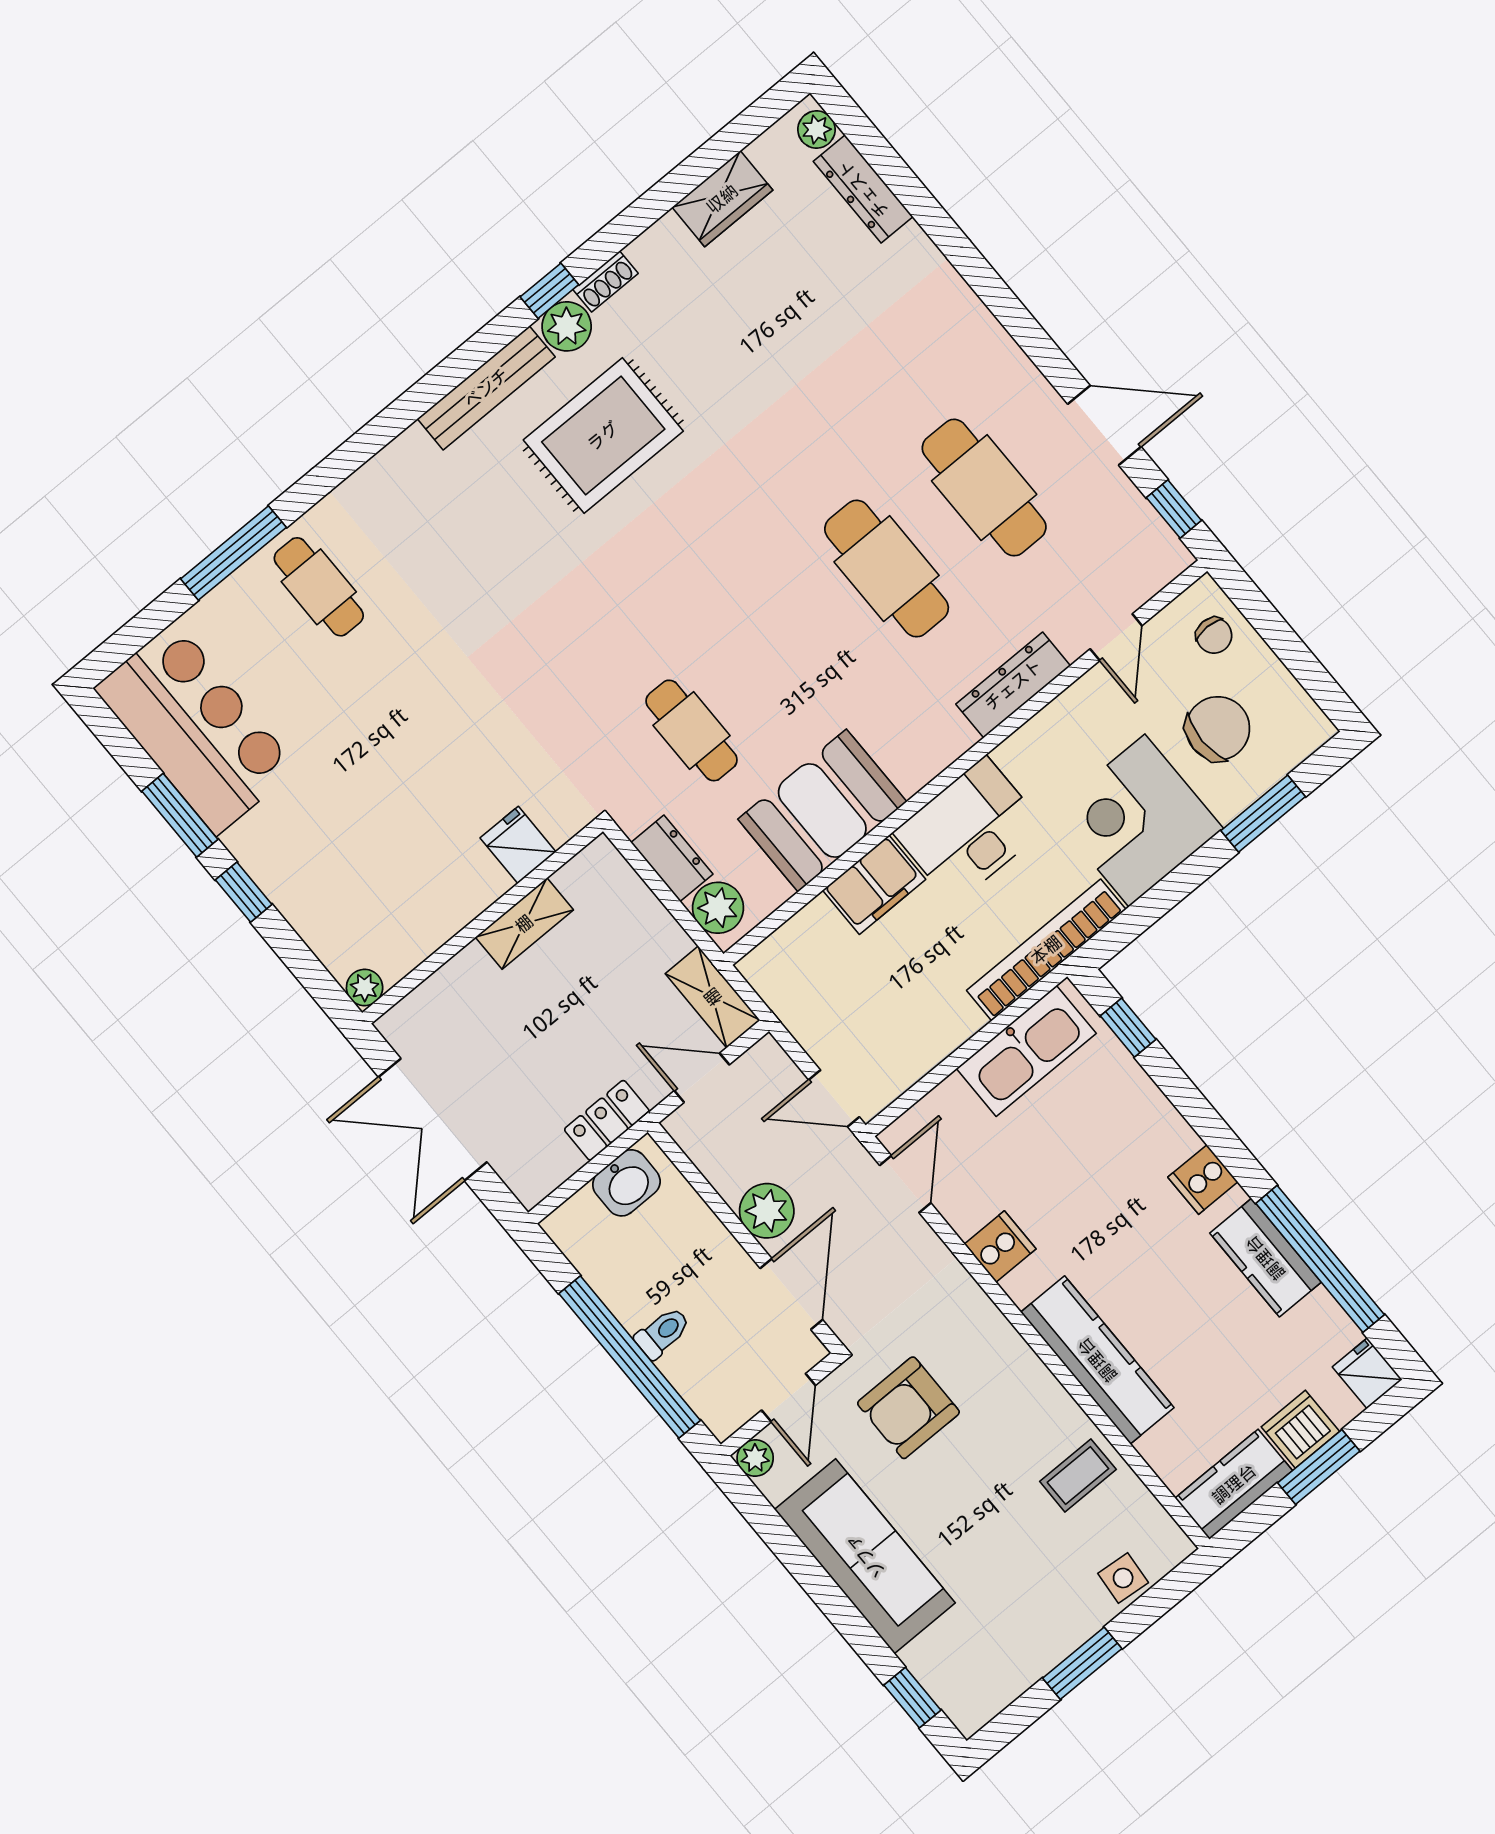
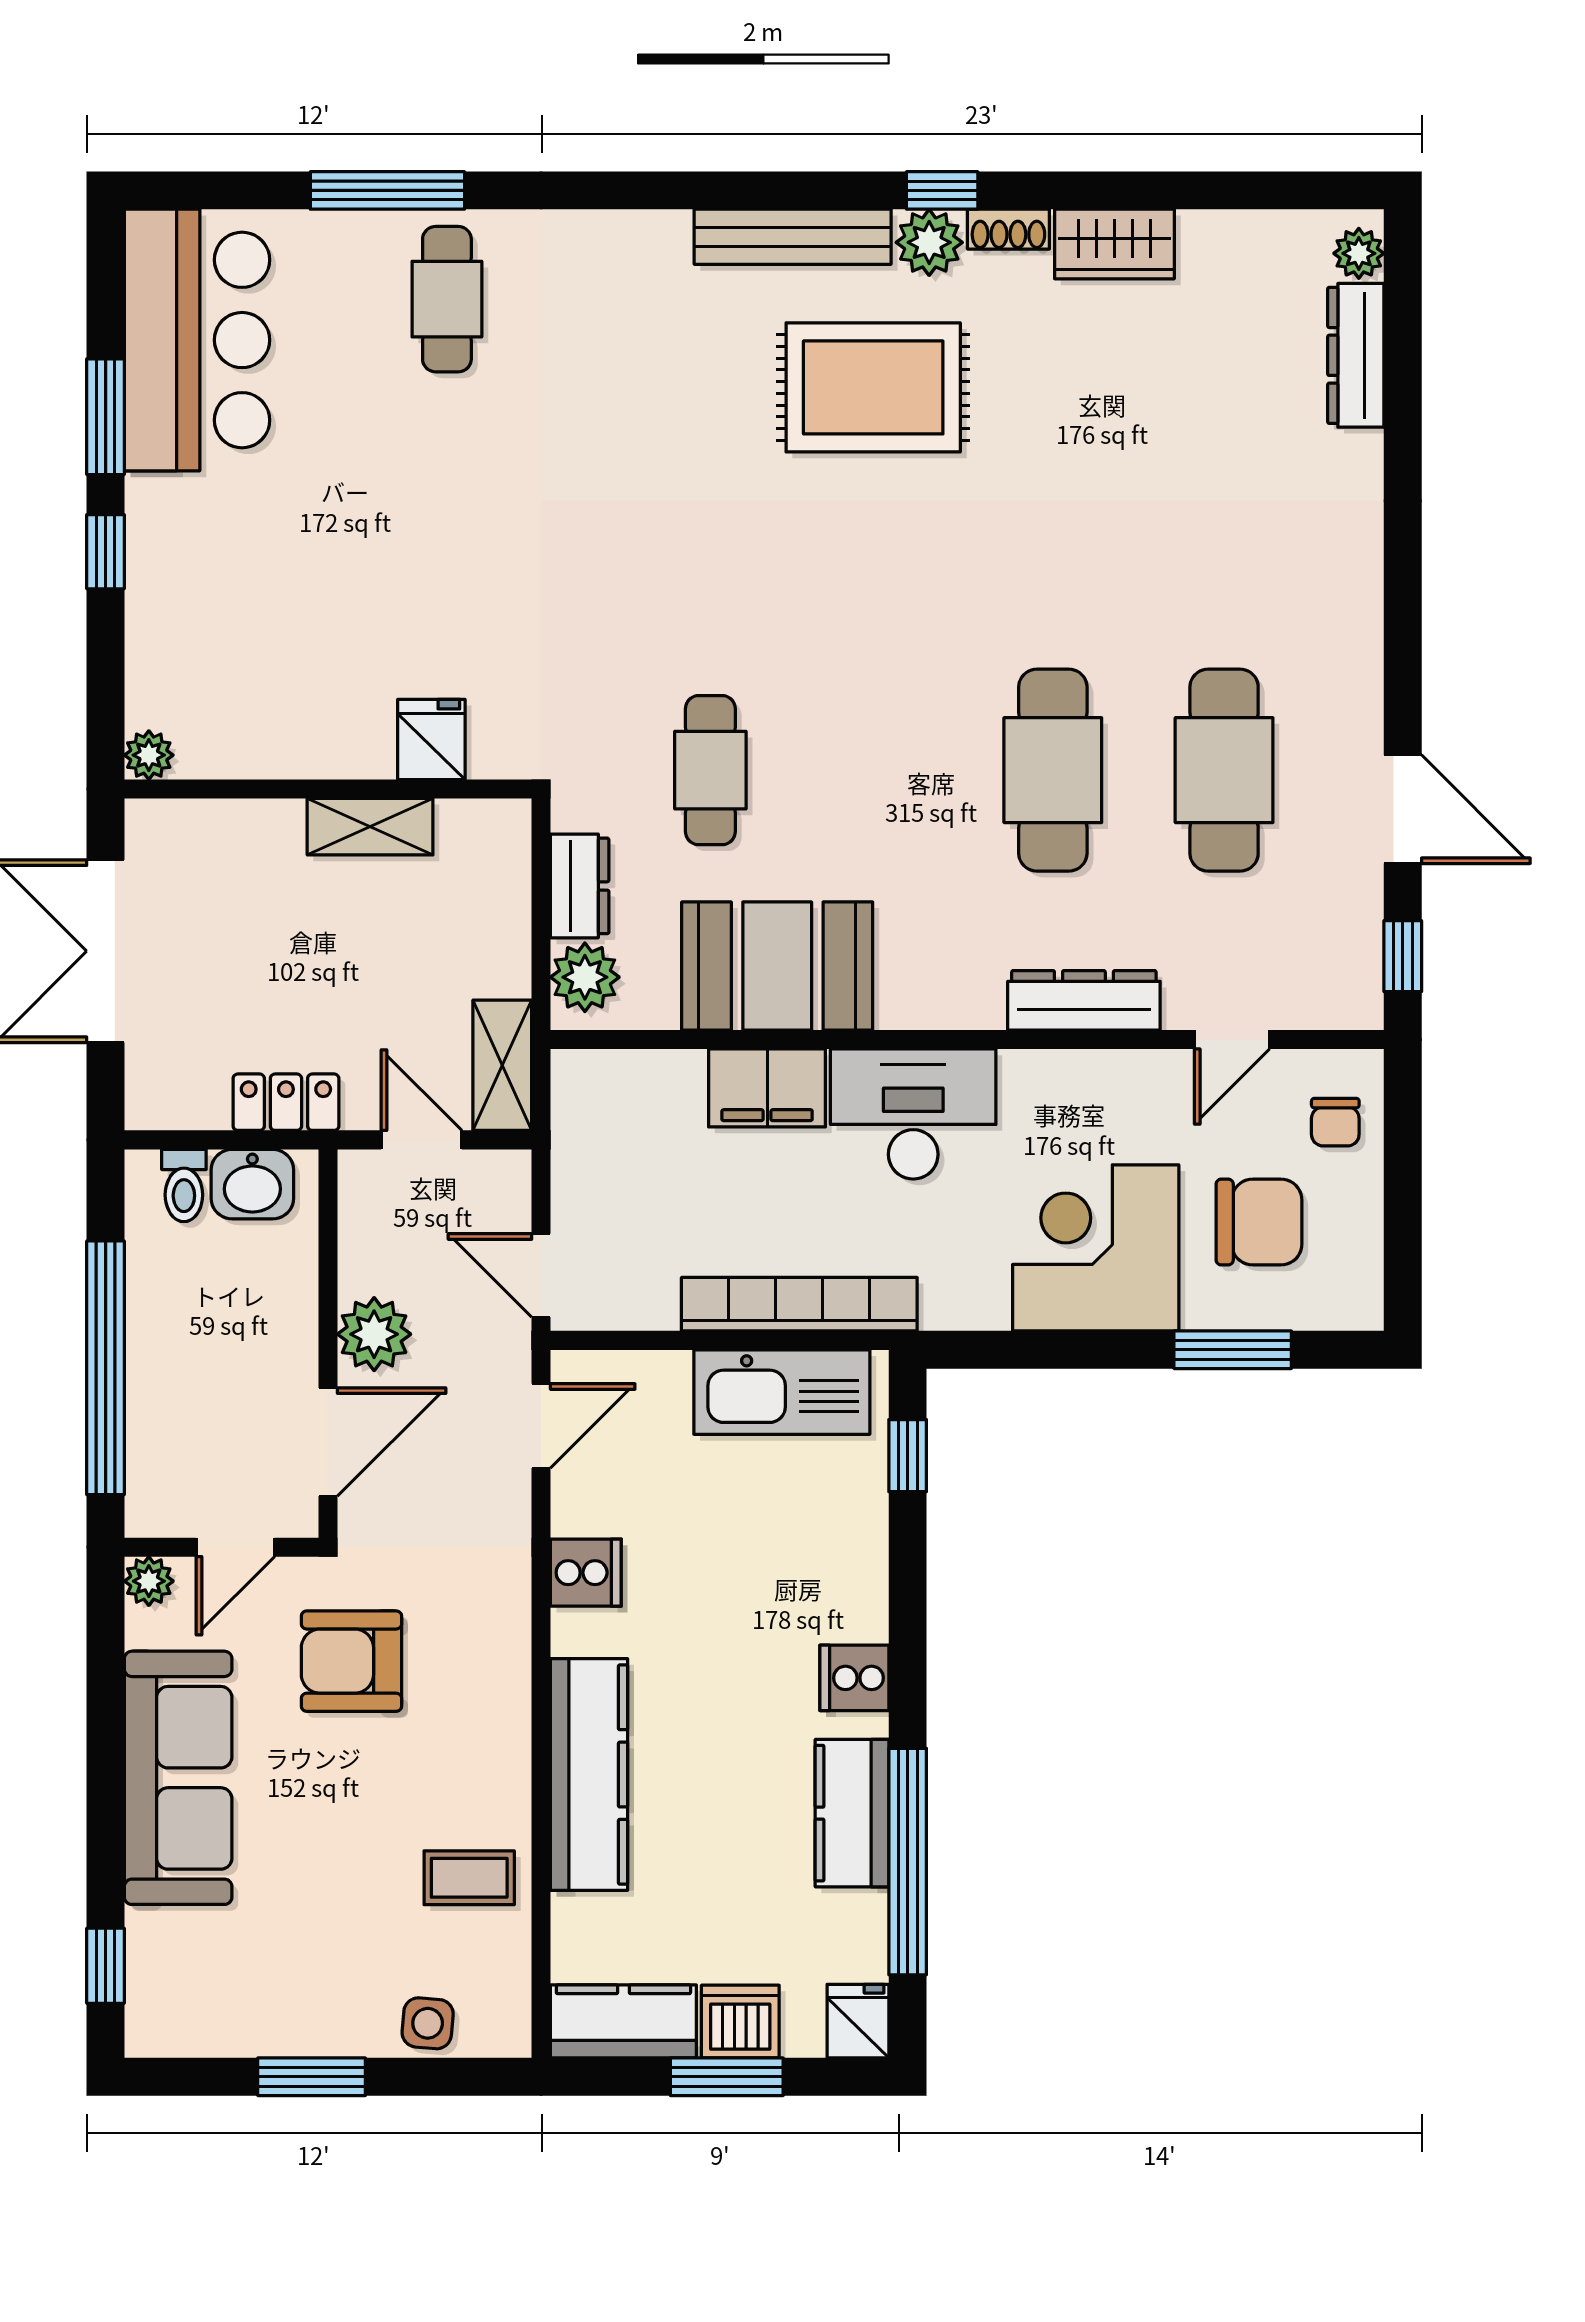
wardrobe: (722, 199) -> (1114, 244), moved
bookcase: (1046, 950) -> (799, 1304), moved
toilet: (663, 1333) -> (184, 1185), moved, turned 90

